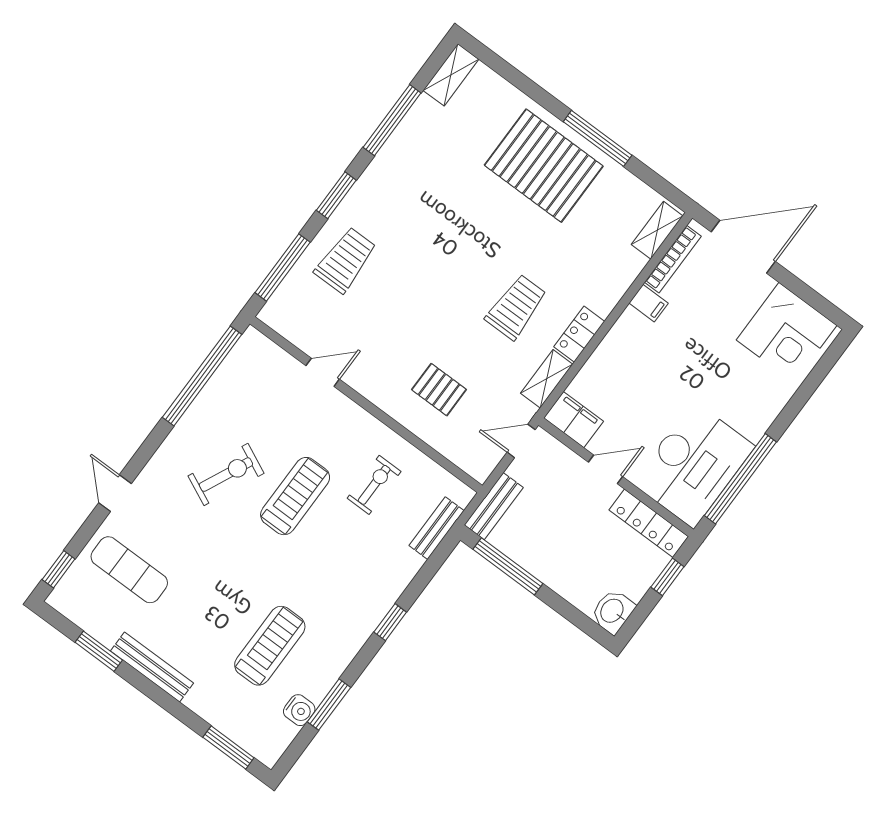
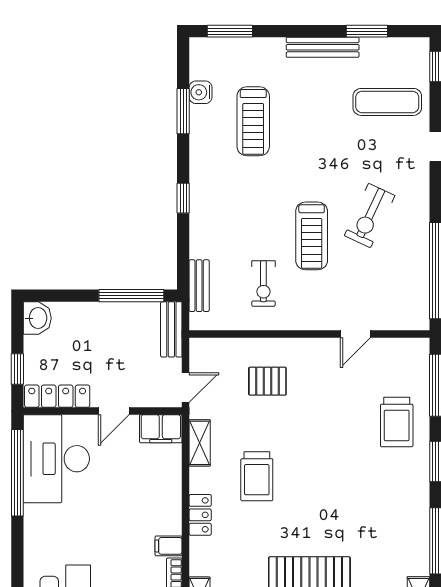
locker: (579, 334) -> (200, 515), moved

